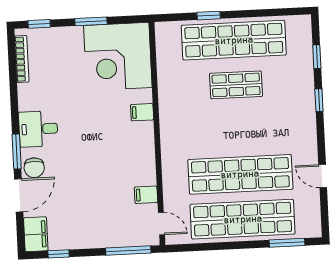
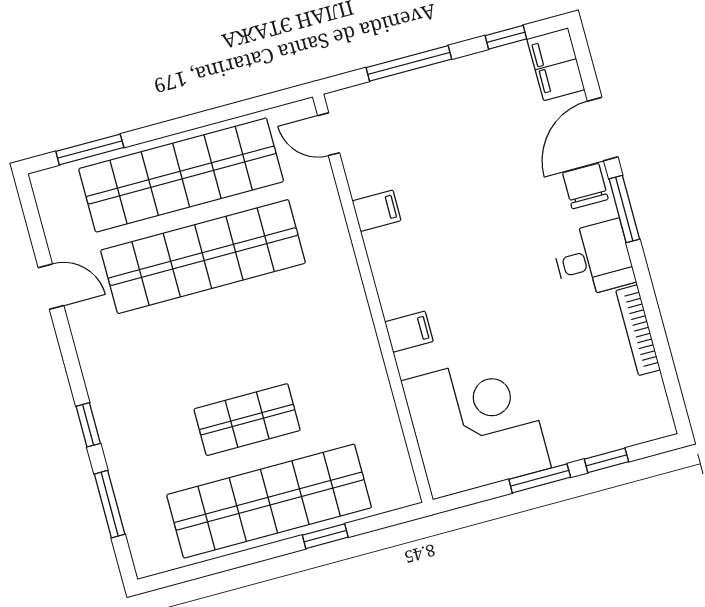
window: (39, 24) -> (606, 460), moved
window: (317, 57) -> (110, 504), width x1.50
bookcase: (22, 59) -> (638, 330), moved
filing cabinet: (146, 195) -> (377, 211), moved
window: (128, 251) -> (409, 63), moved

